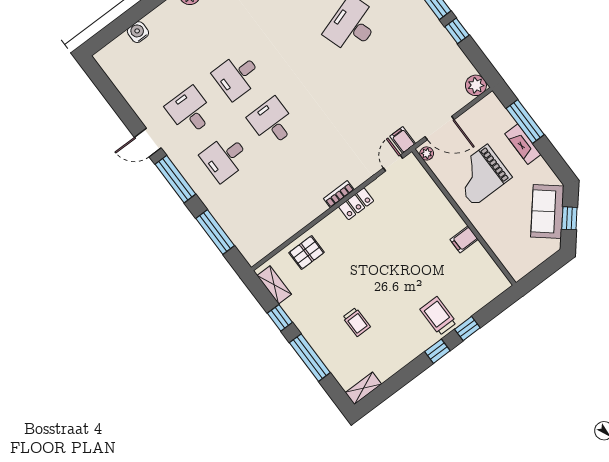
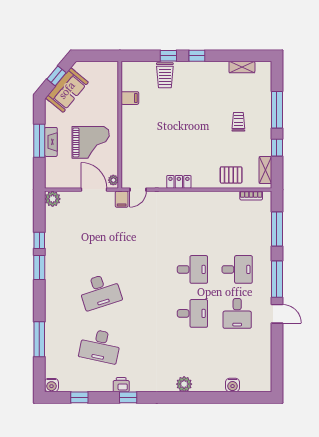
desk: (272, 122) -> (192, 269), turned -90
window: (525, 122) -> (39, 141), moved
bookcase: (339, 194) -> (251, 196), moved
filing cabinet: (464, 239) -> (130, 98), moved
trolley: (438, 316) -> (165, 75), moved
trolley: (356, 322) -> (238, 122), moved
shelving: (363, 388) -> (242, 67), moved

